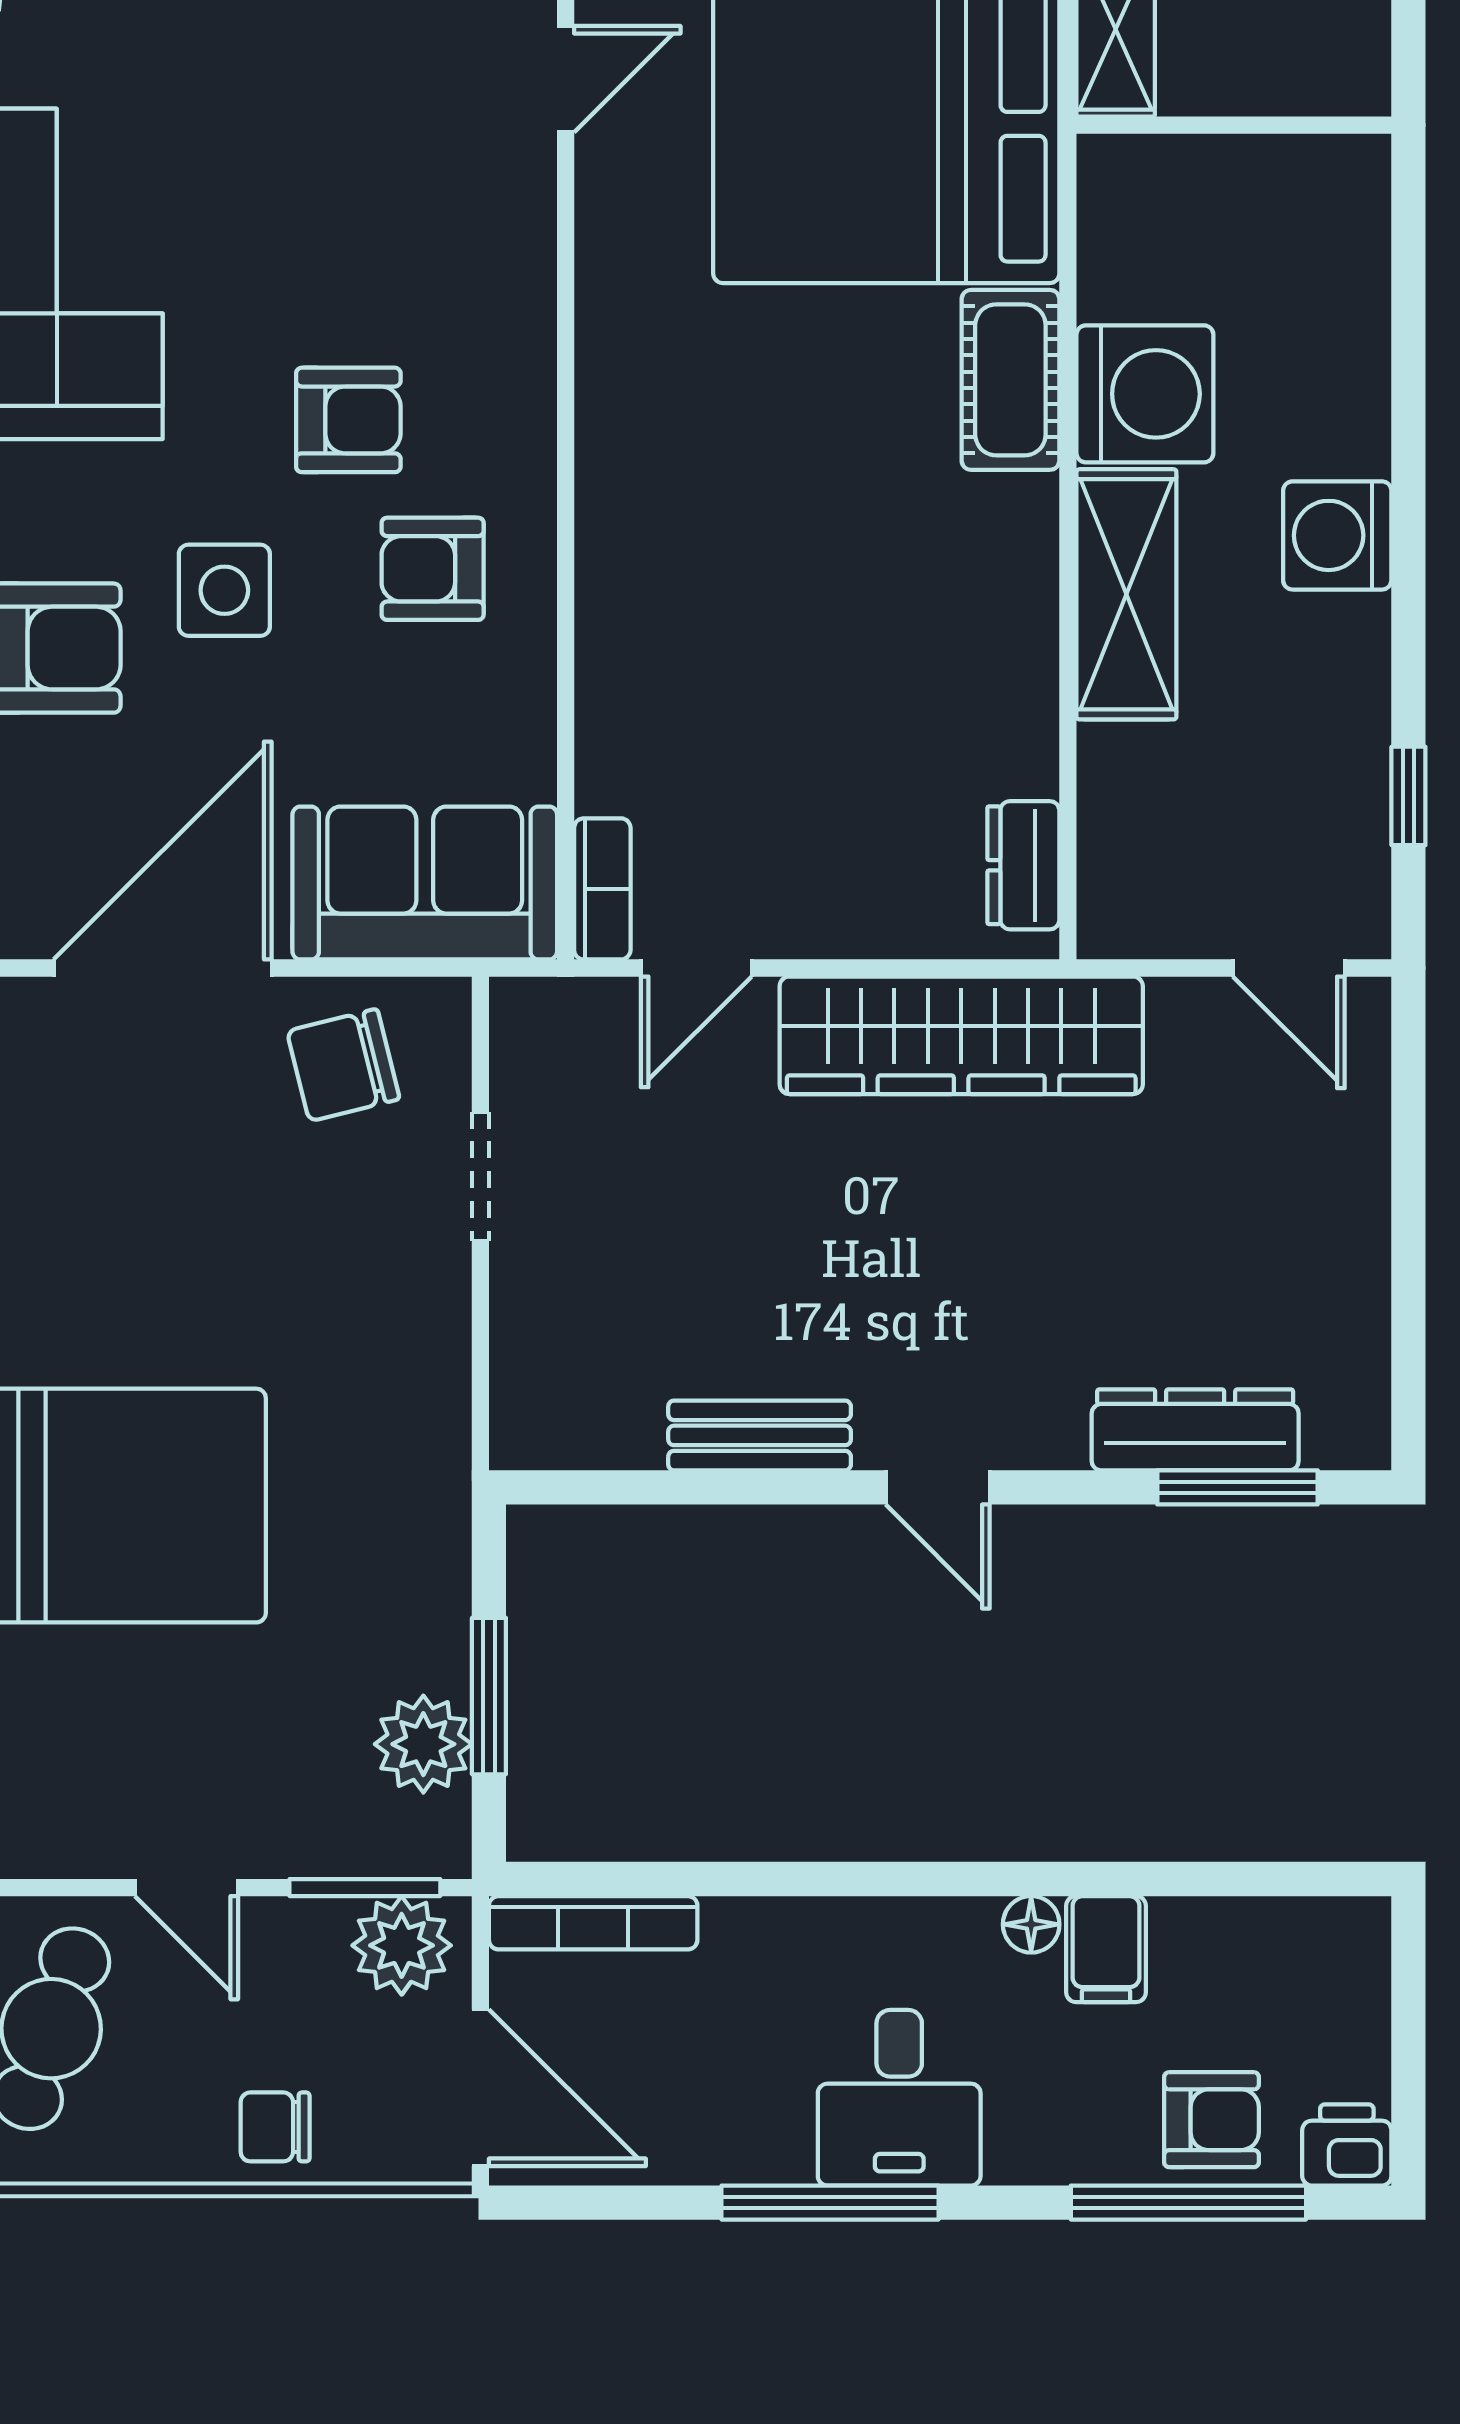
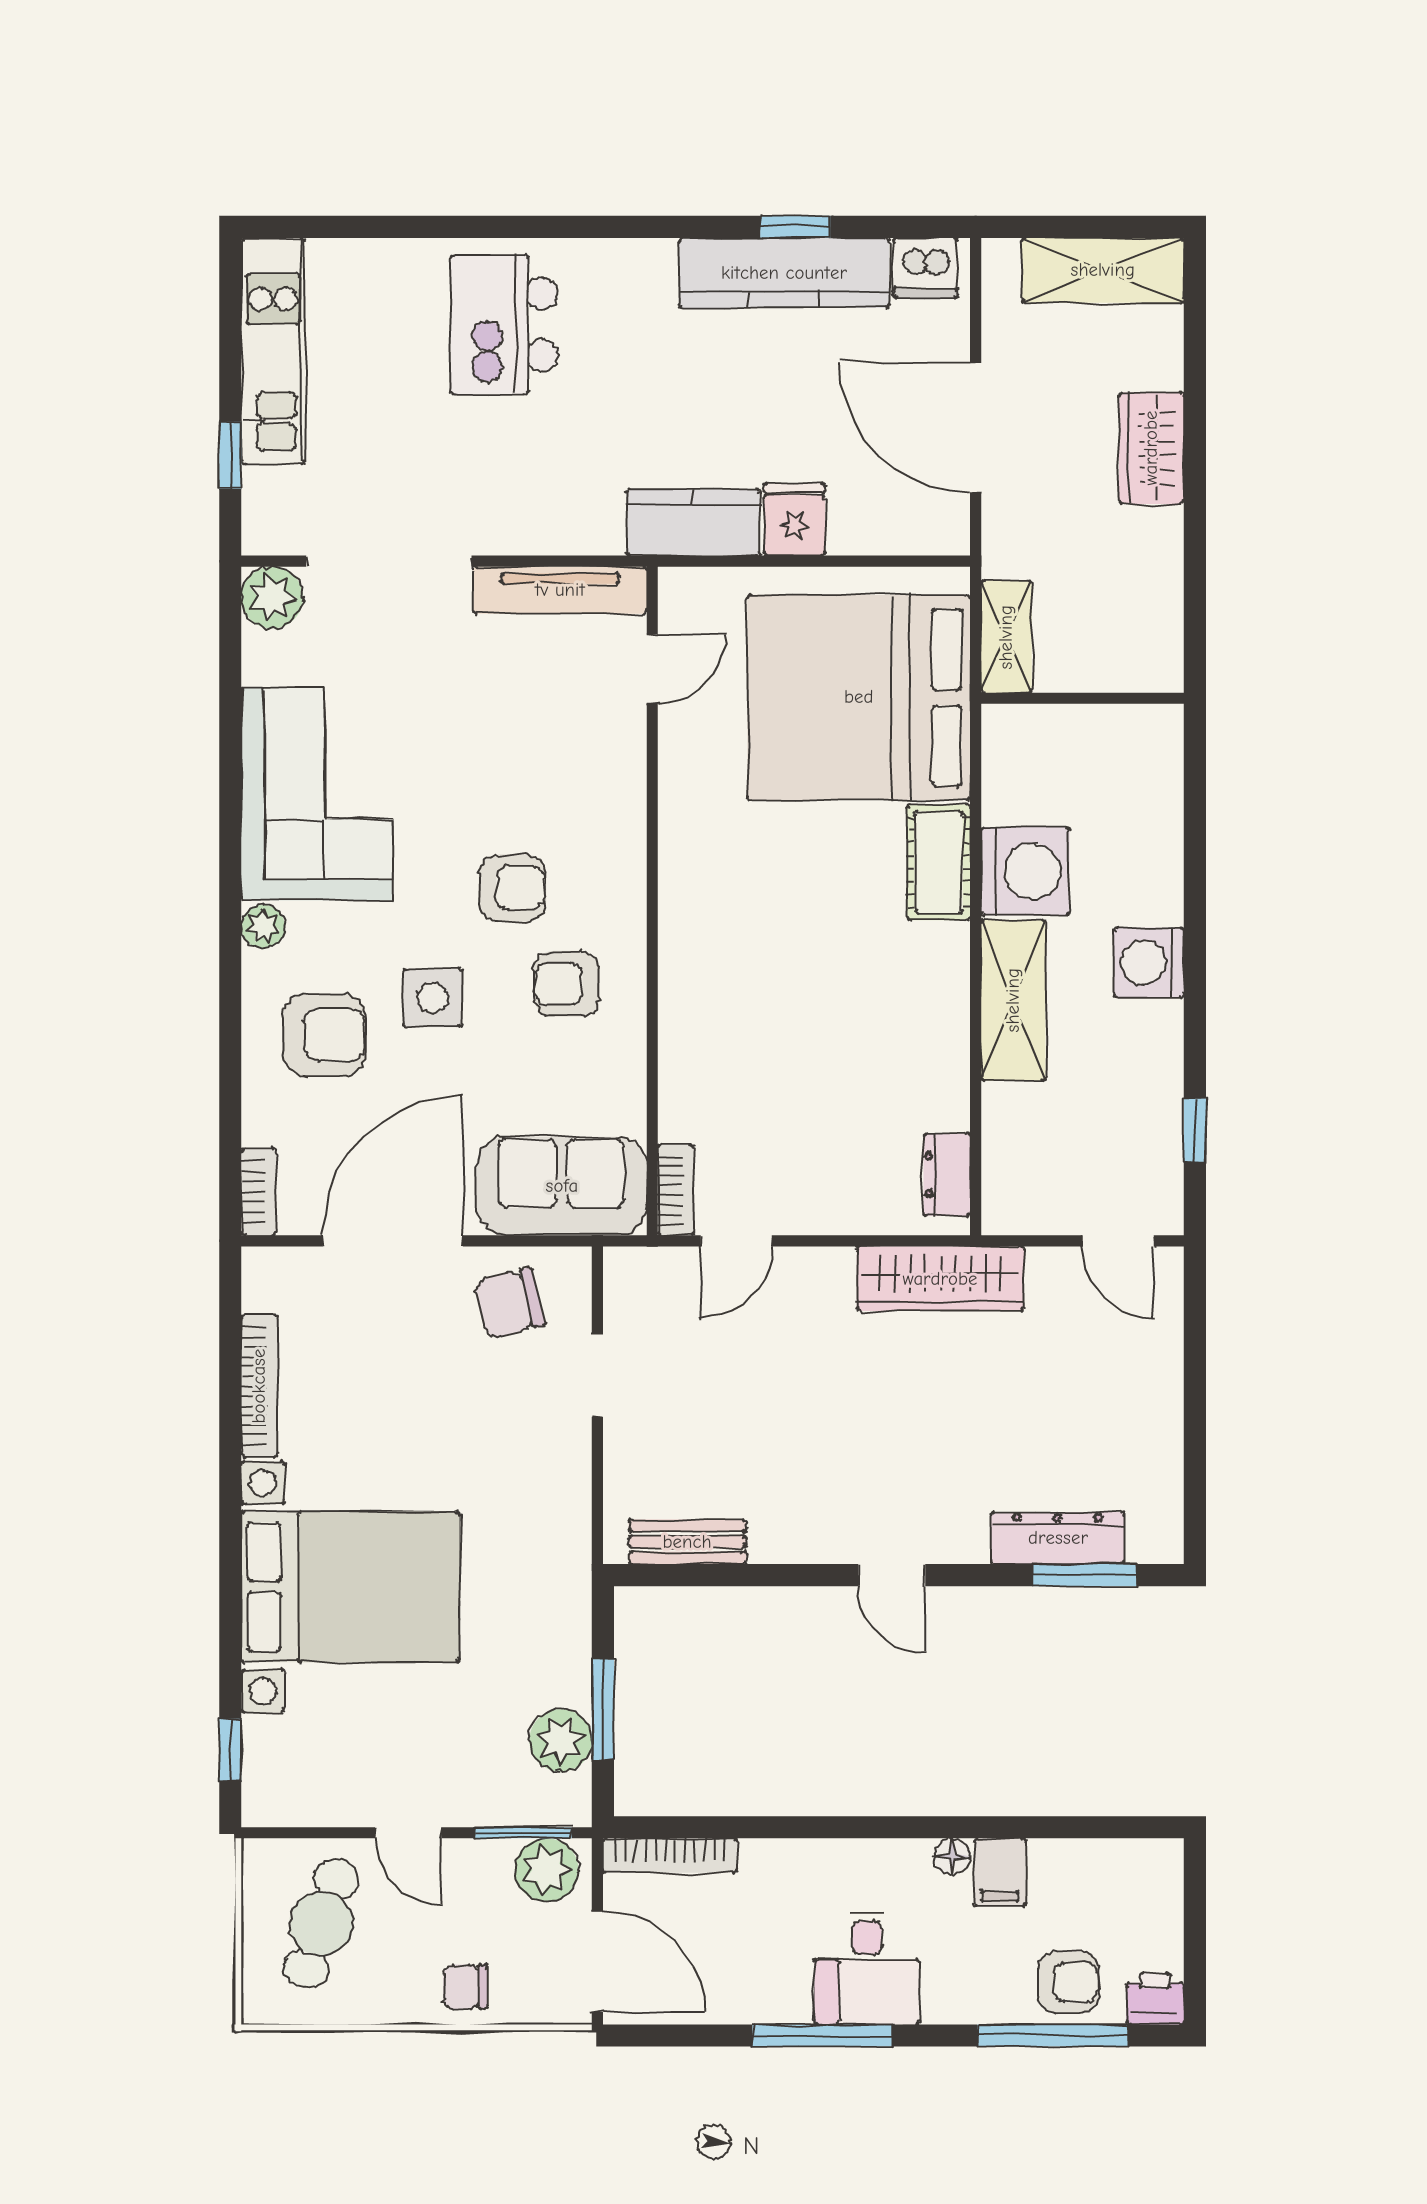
wardrobe: (961, 1035) -> (940, 1279), width x0.71, depth x0.85
bench: (760, 1435) -> (687, 1542), moved

